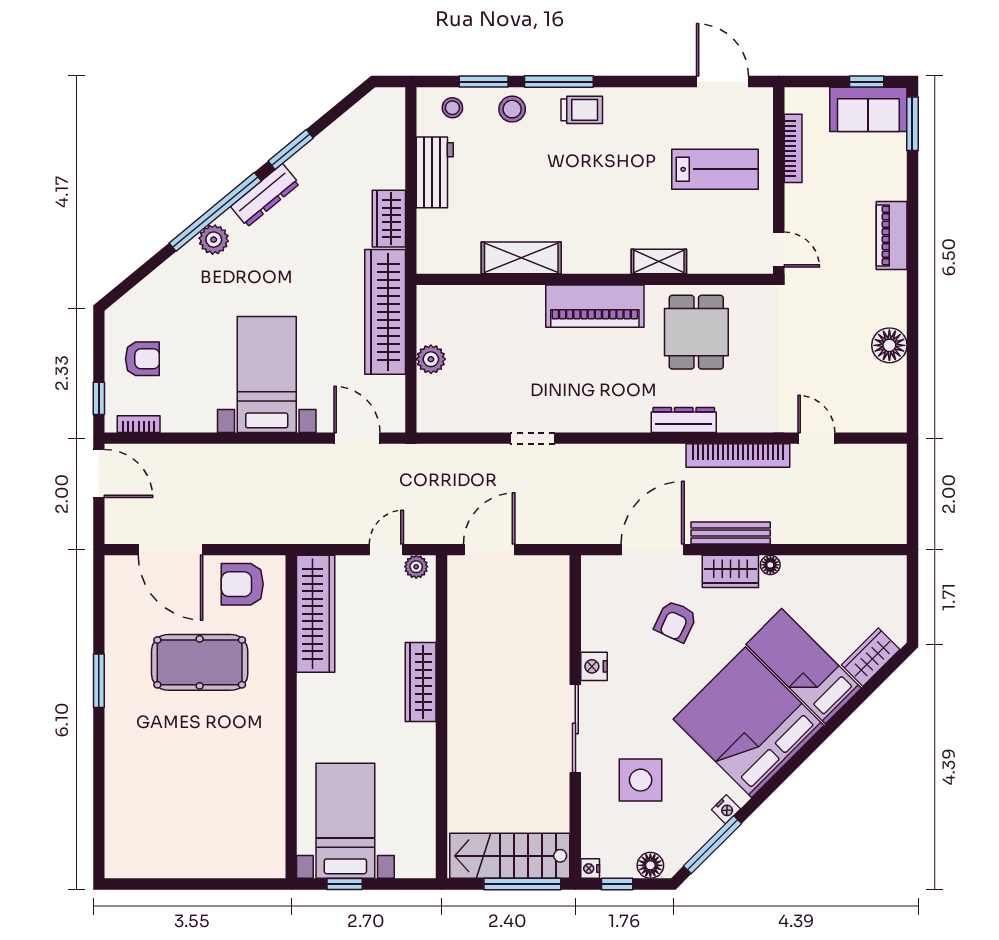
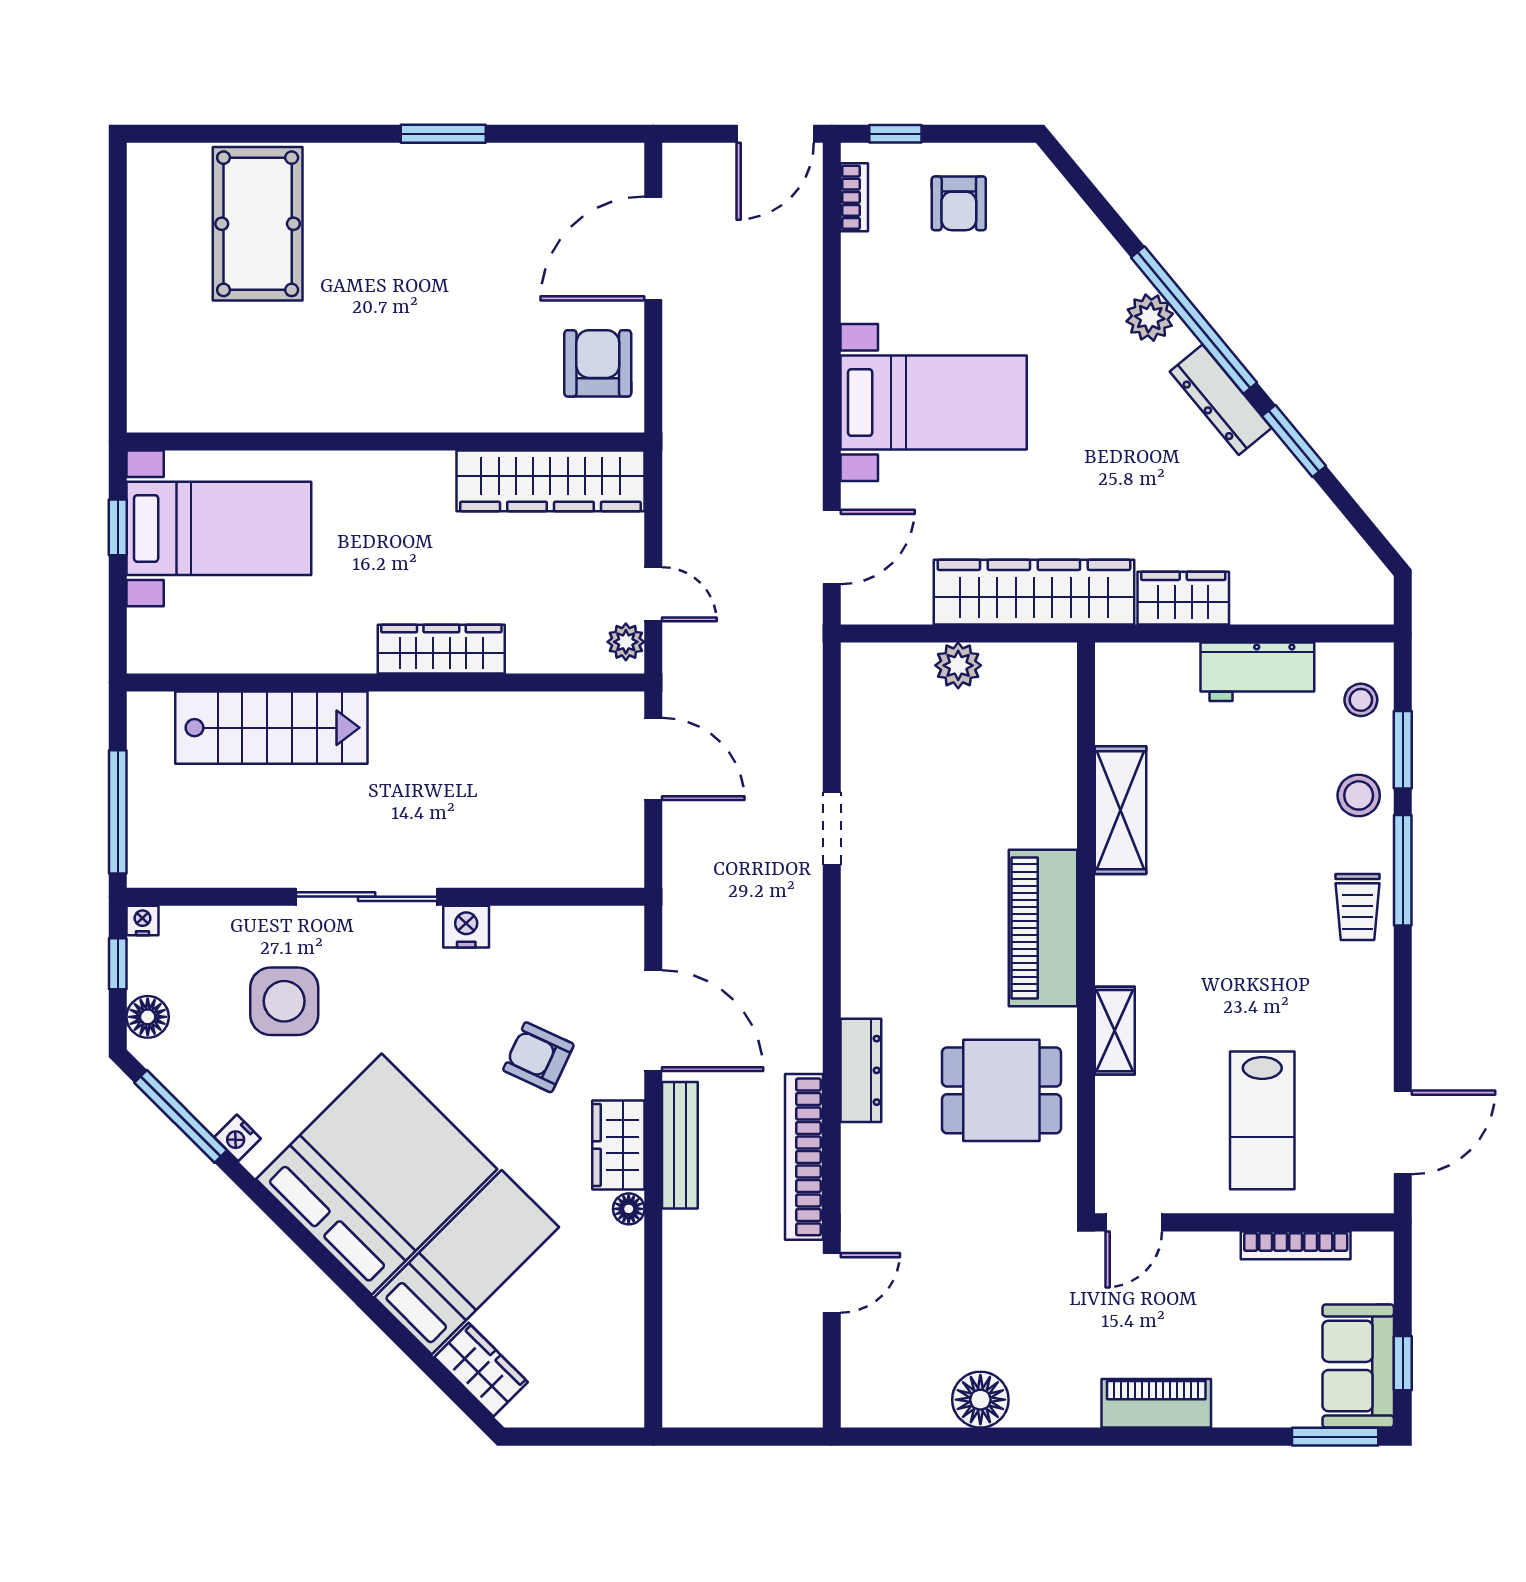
pool table: (200, 662) -> (258, 224), moved
stairs: (510, 856) -> (271, 728), moved, turned 90

